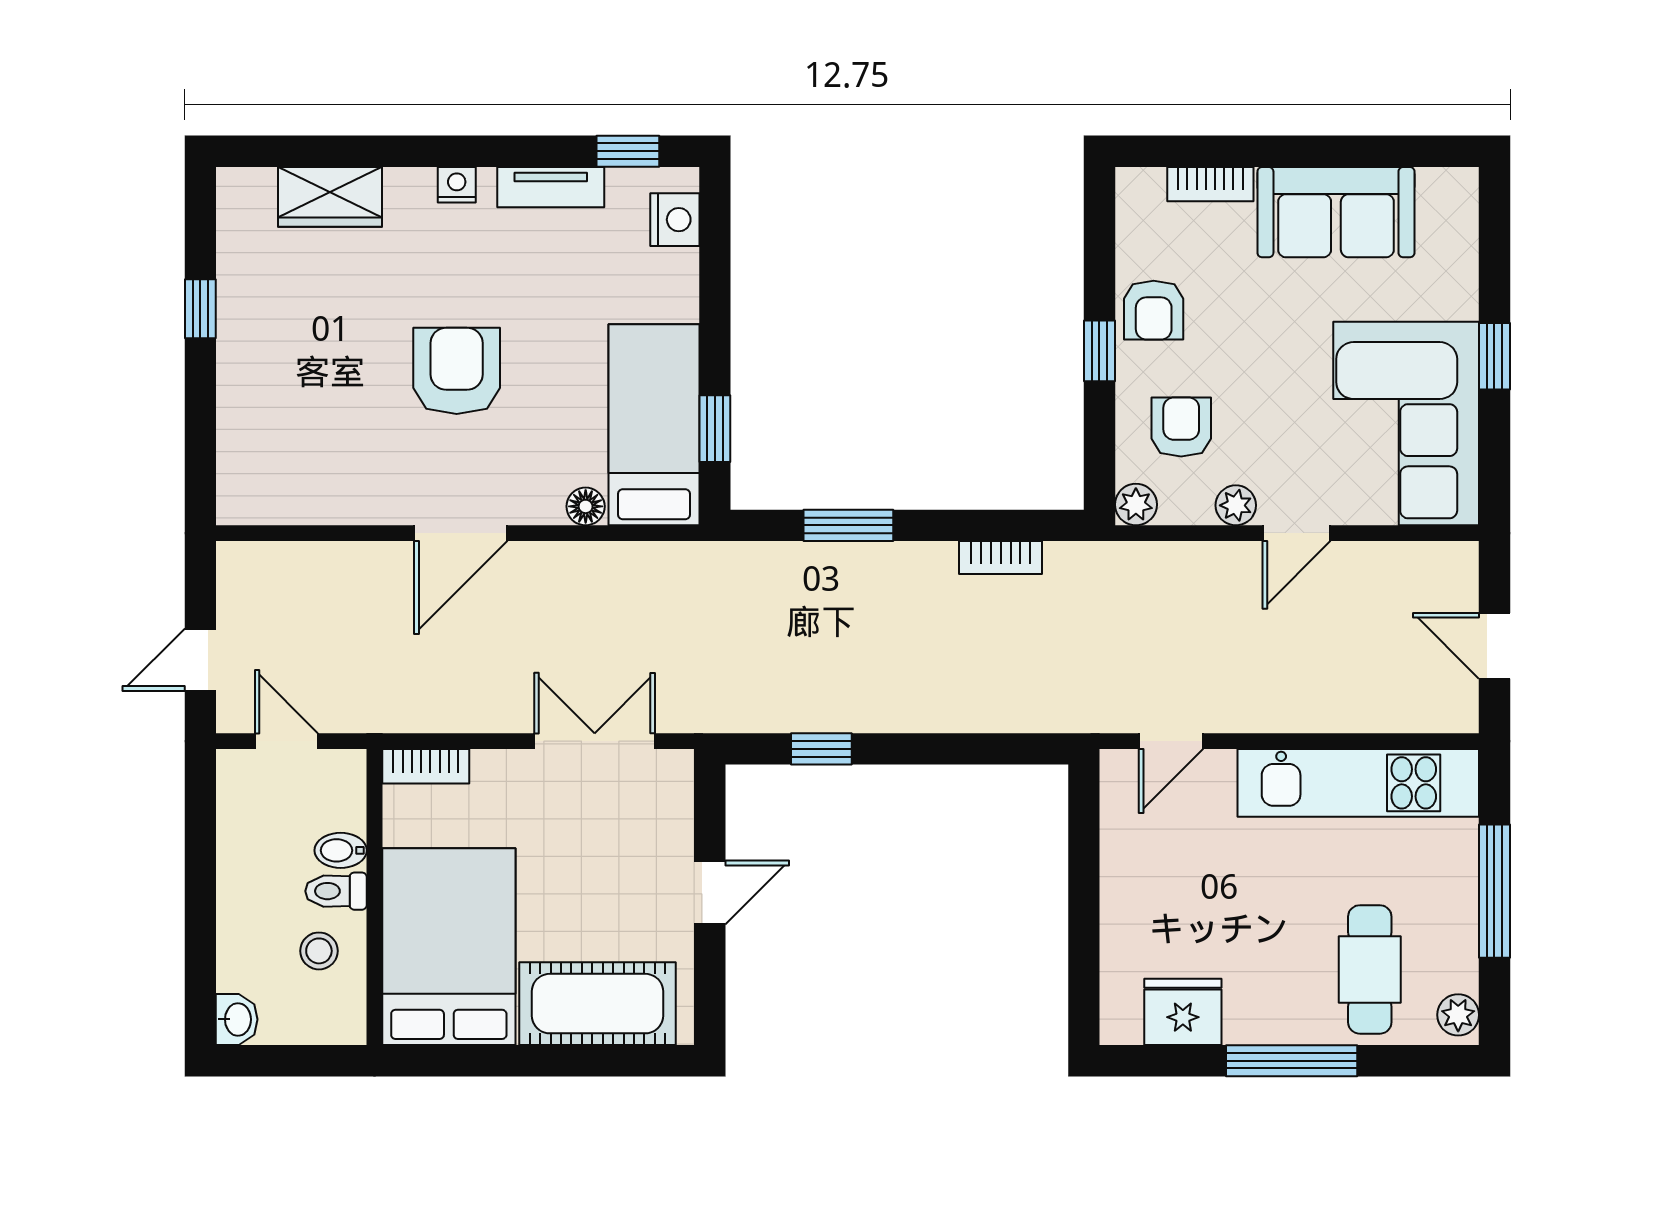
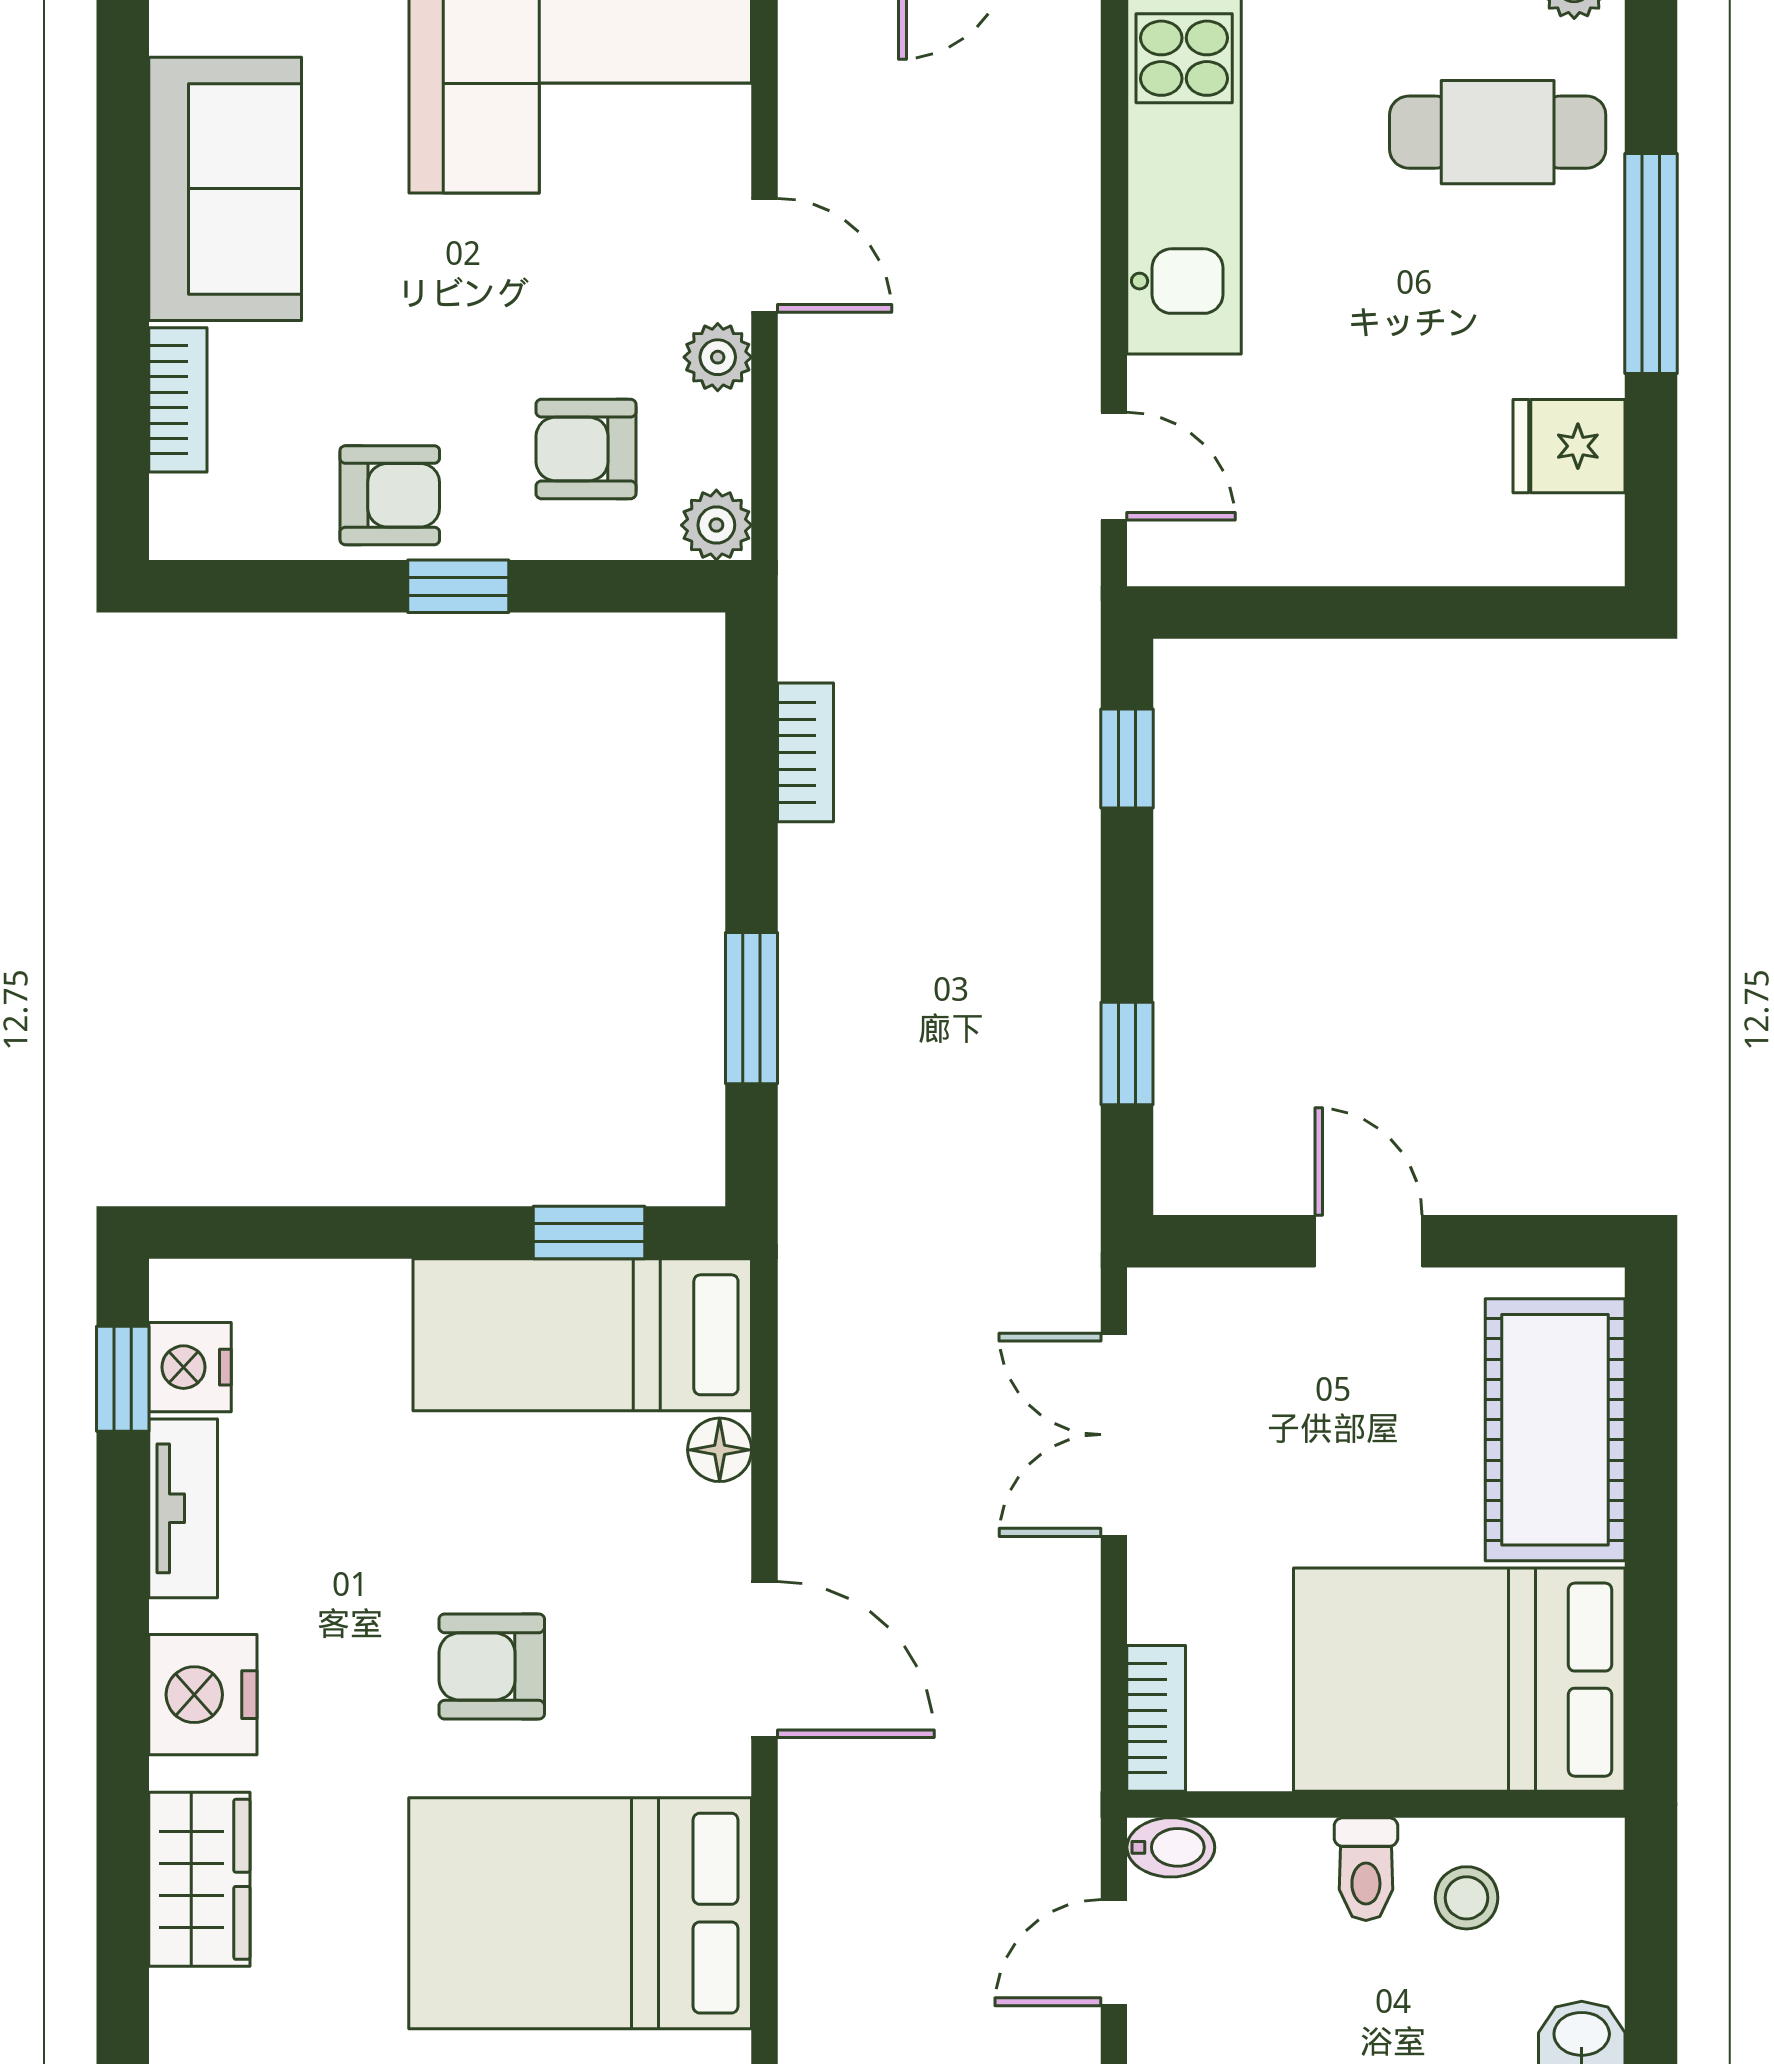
nightstand: (457, 185) -> (203, 1695), width x1.89, depth x1.79
nightstand: (675, 220) -> (190, 1367), moved, turned -90
armchair: (457, 371) -> (492, 1667), width x0.72, depth x0.72
bed: (310, 423) -> (580, 1913), added
window: (997, 749) -> (1127, 758), added
bidet: (341, 850) -> (1171, 1847), moved, turned -90
fridge: (1183, 1012) -> (1569, 446), width x0.72

